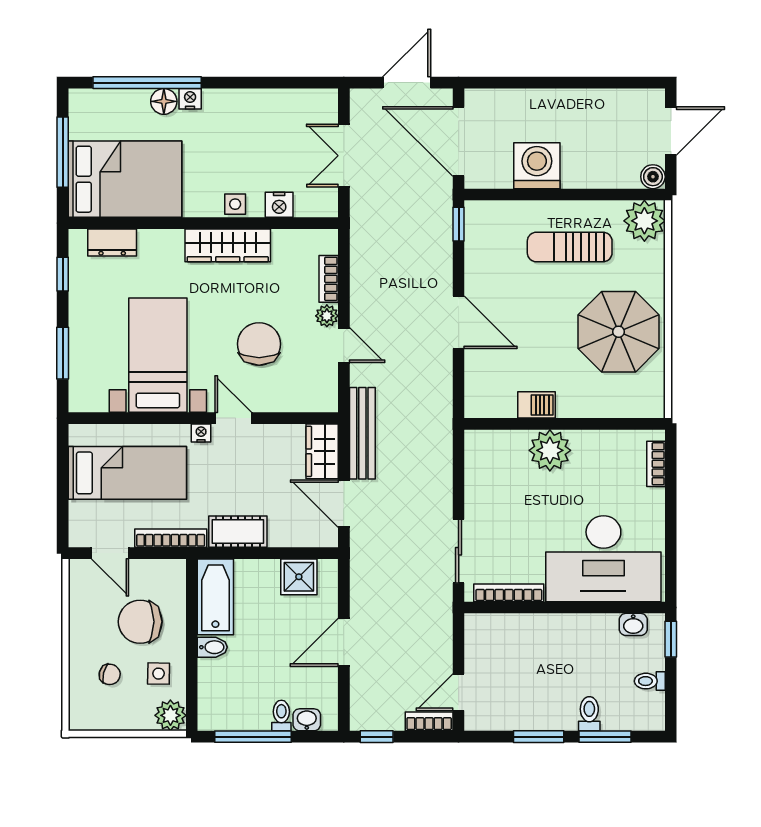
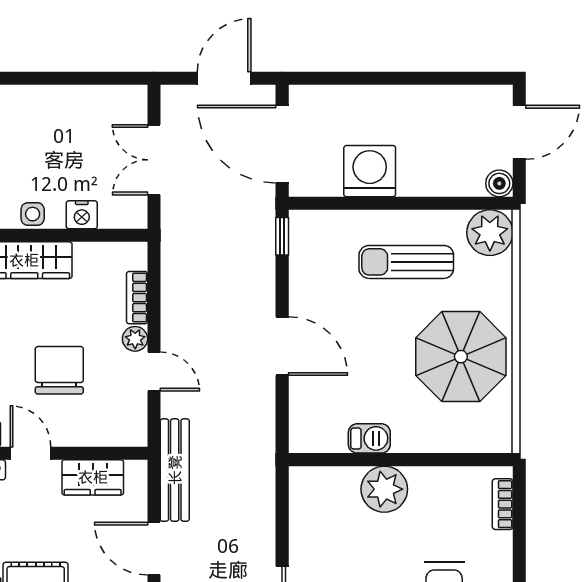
wardrobe: (322, 451) -> (93, 477), moved, turned -90

